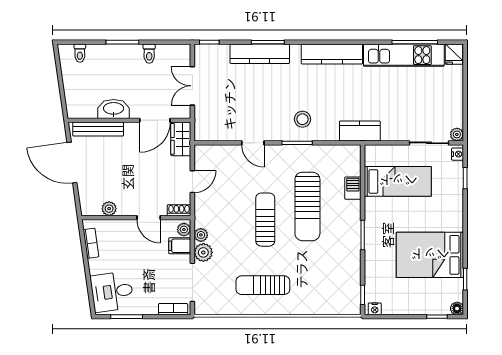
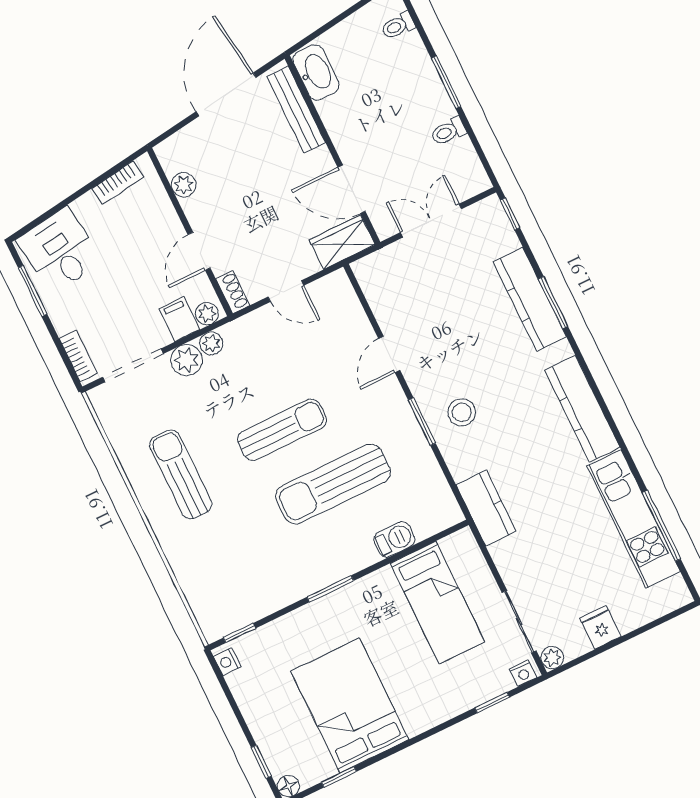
fridge: (454, 54) -> (600, 627), moved, turned 90
washbasin: (114, 109) -> (316, 72), moved

